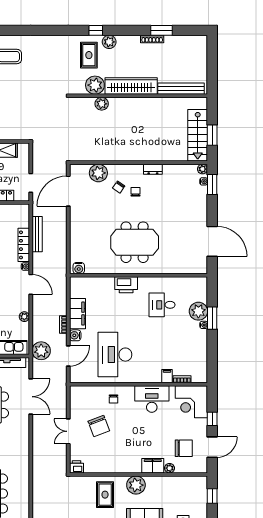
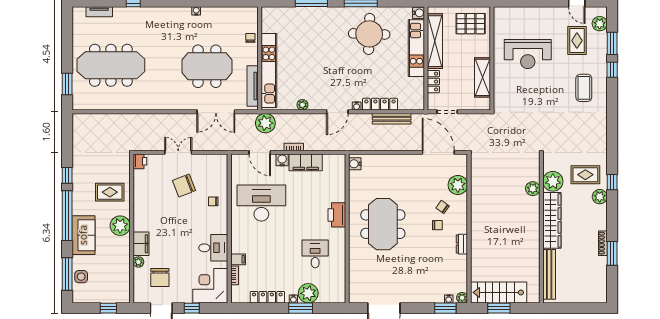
locker: (202, 349) -> (267, 297), added
desk: (152, 399) -> (213, 248), width x0.73

